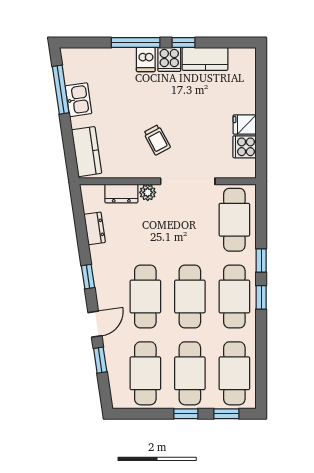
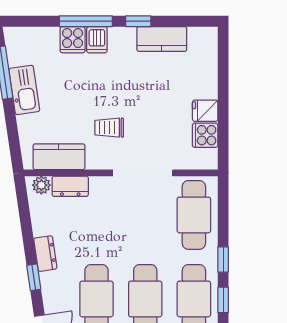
cooker: (169, 59) -> (73, 40), moved
kitchen sink: (78, 100) -> (24, 90), width x1.38
trolley: (157, 140) -> (109, 128), turned 118
kitchen counter: (87, 152) -> (59, 157), moved, turned -82
plant: (148, 192) -> (41, 185), moved
dresser: (95, 228) -> (45, 254), moved

